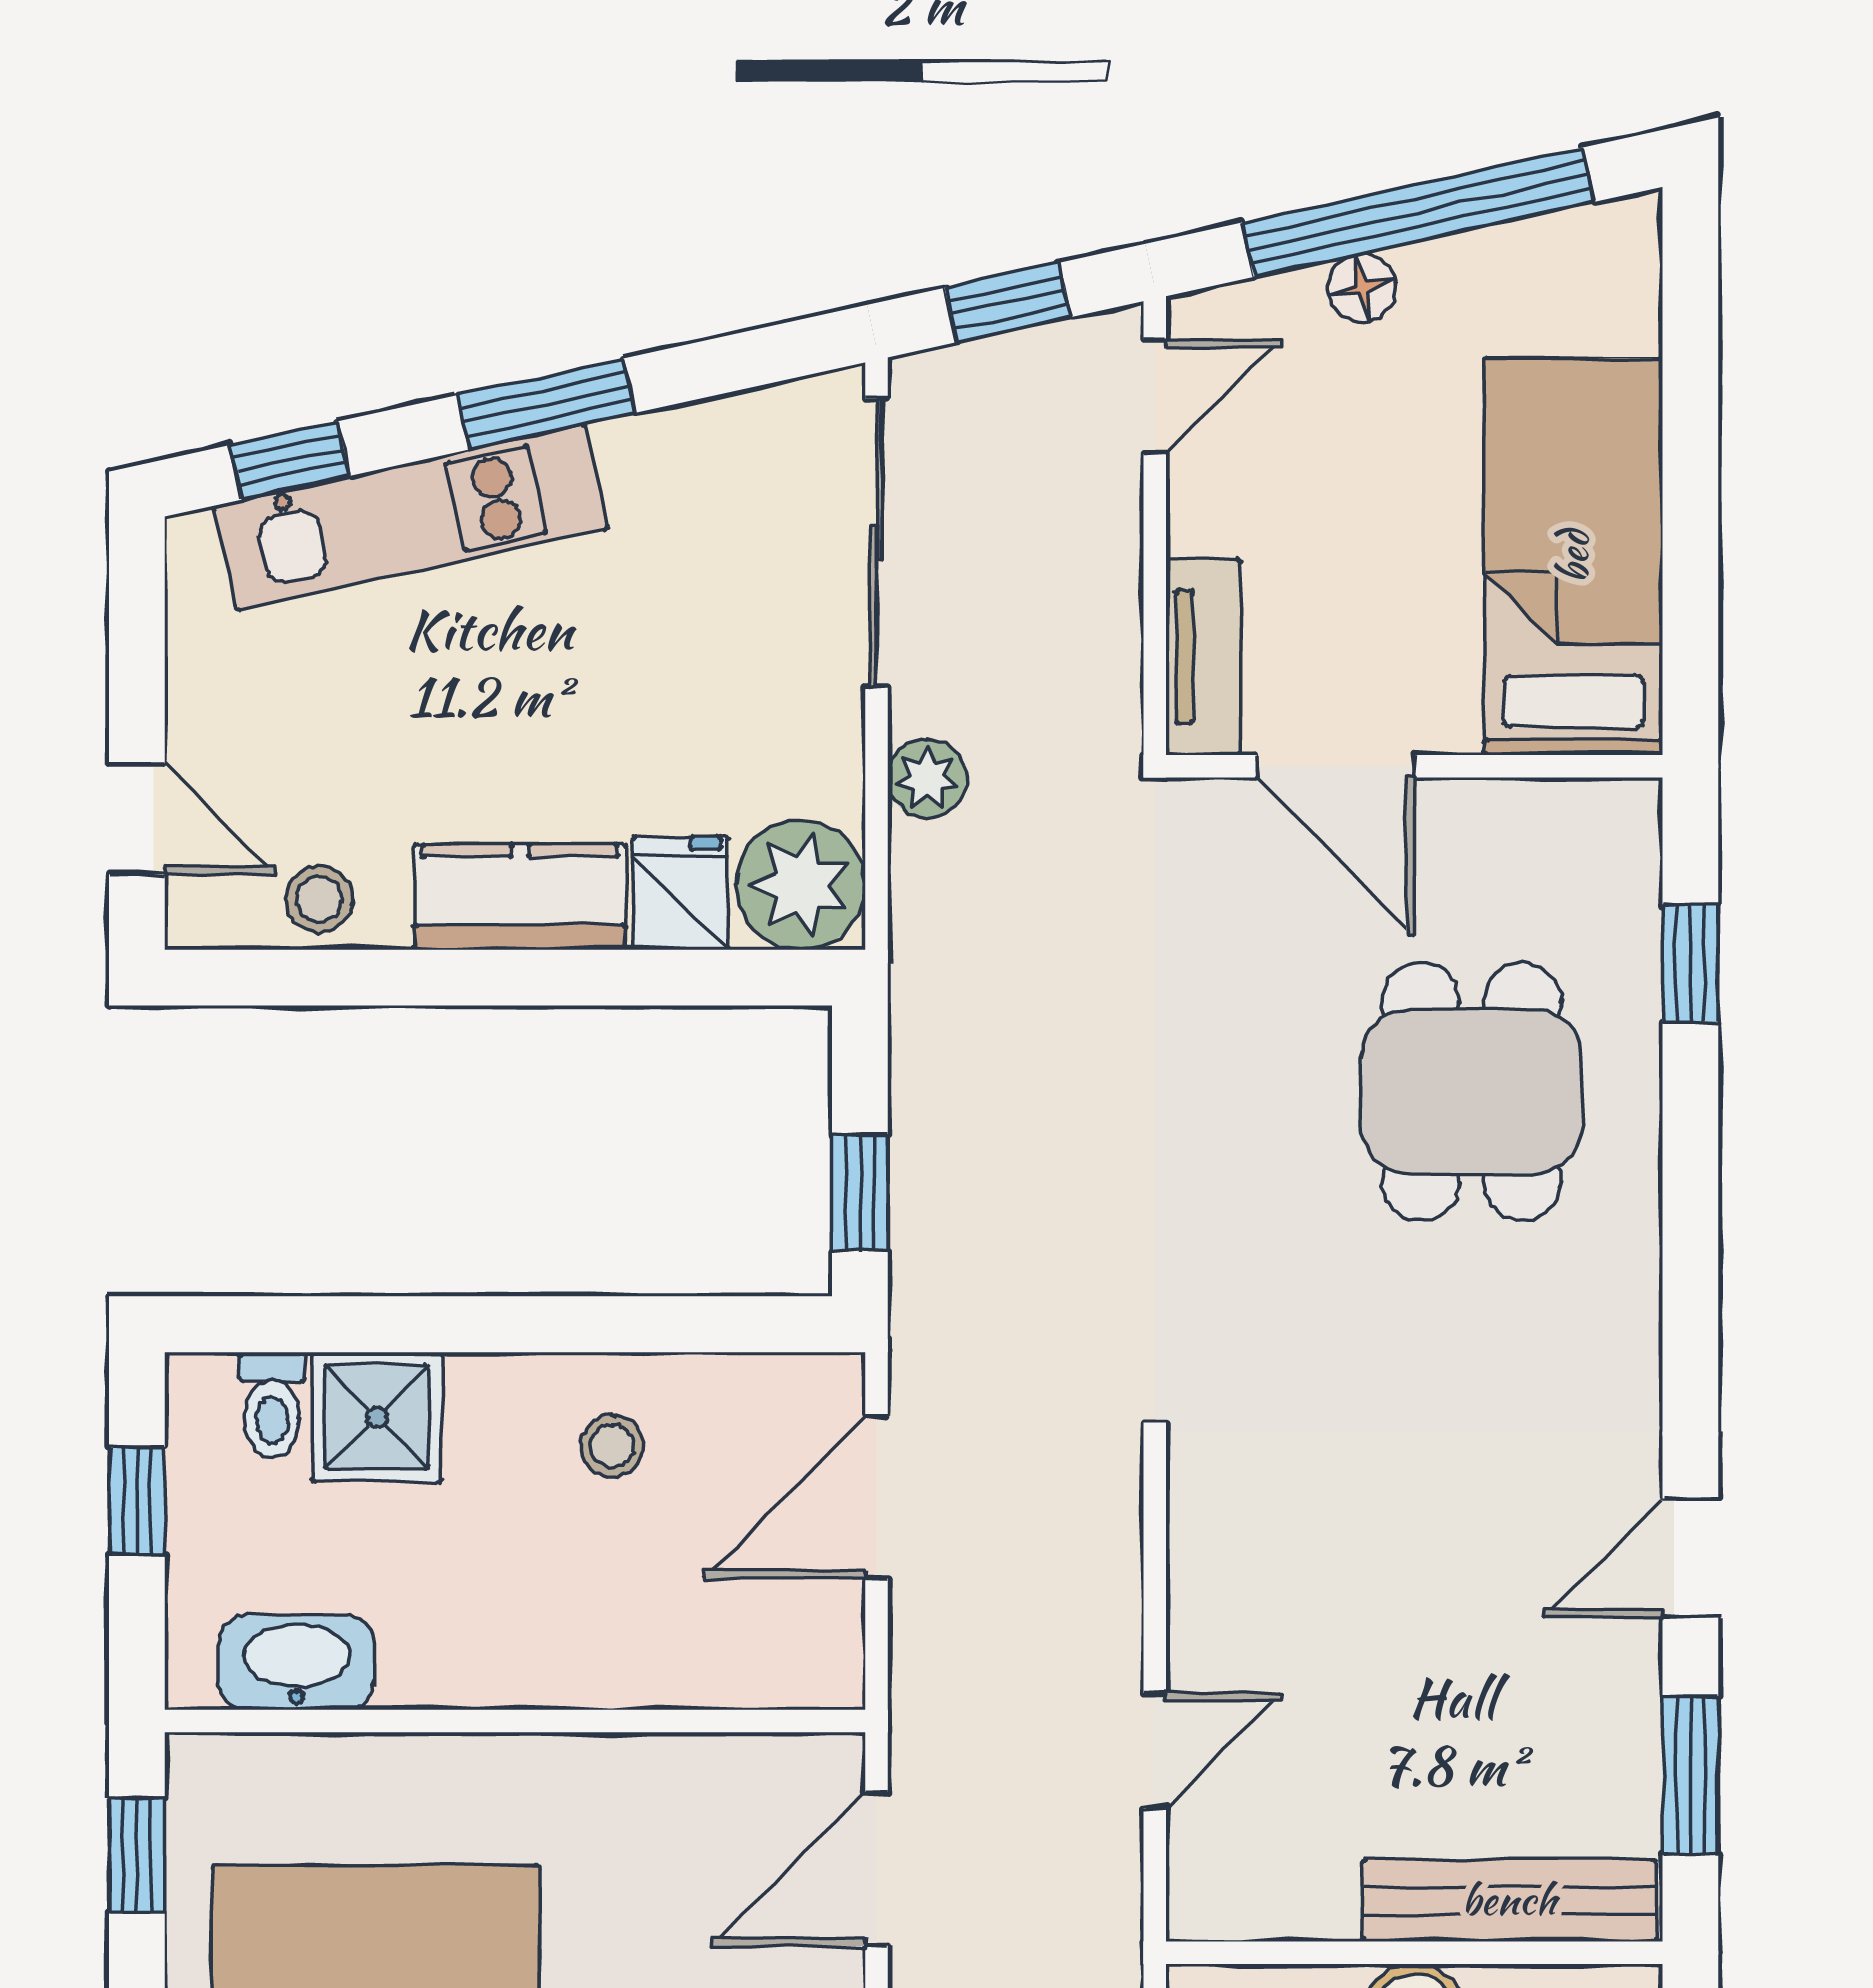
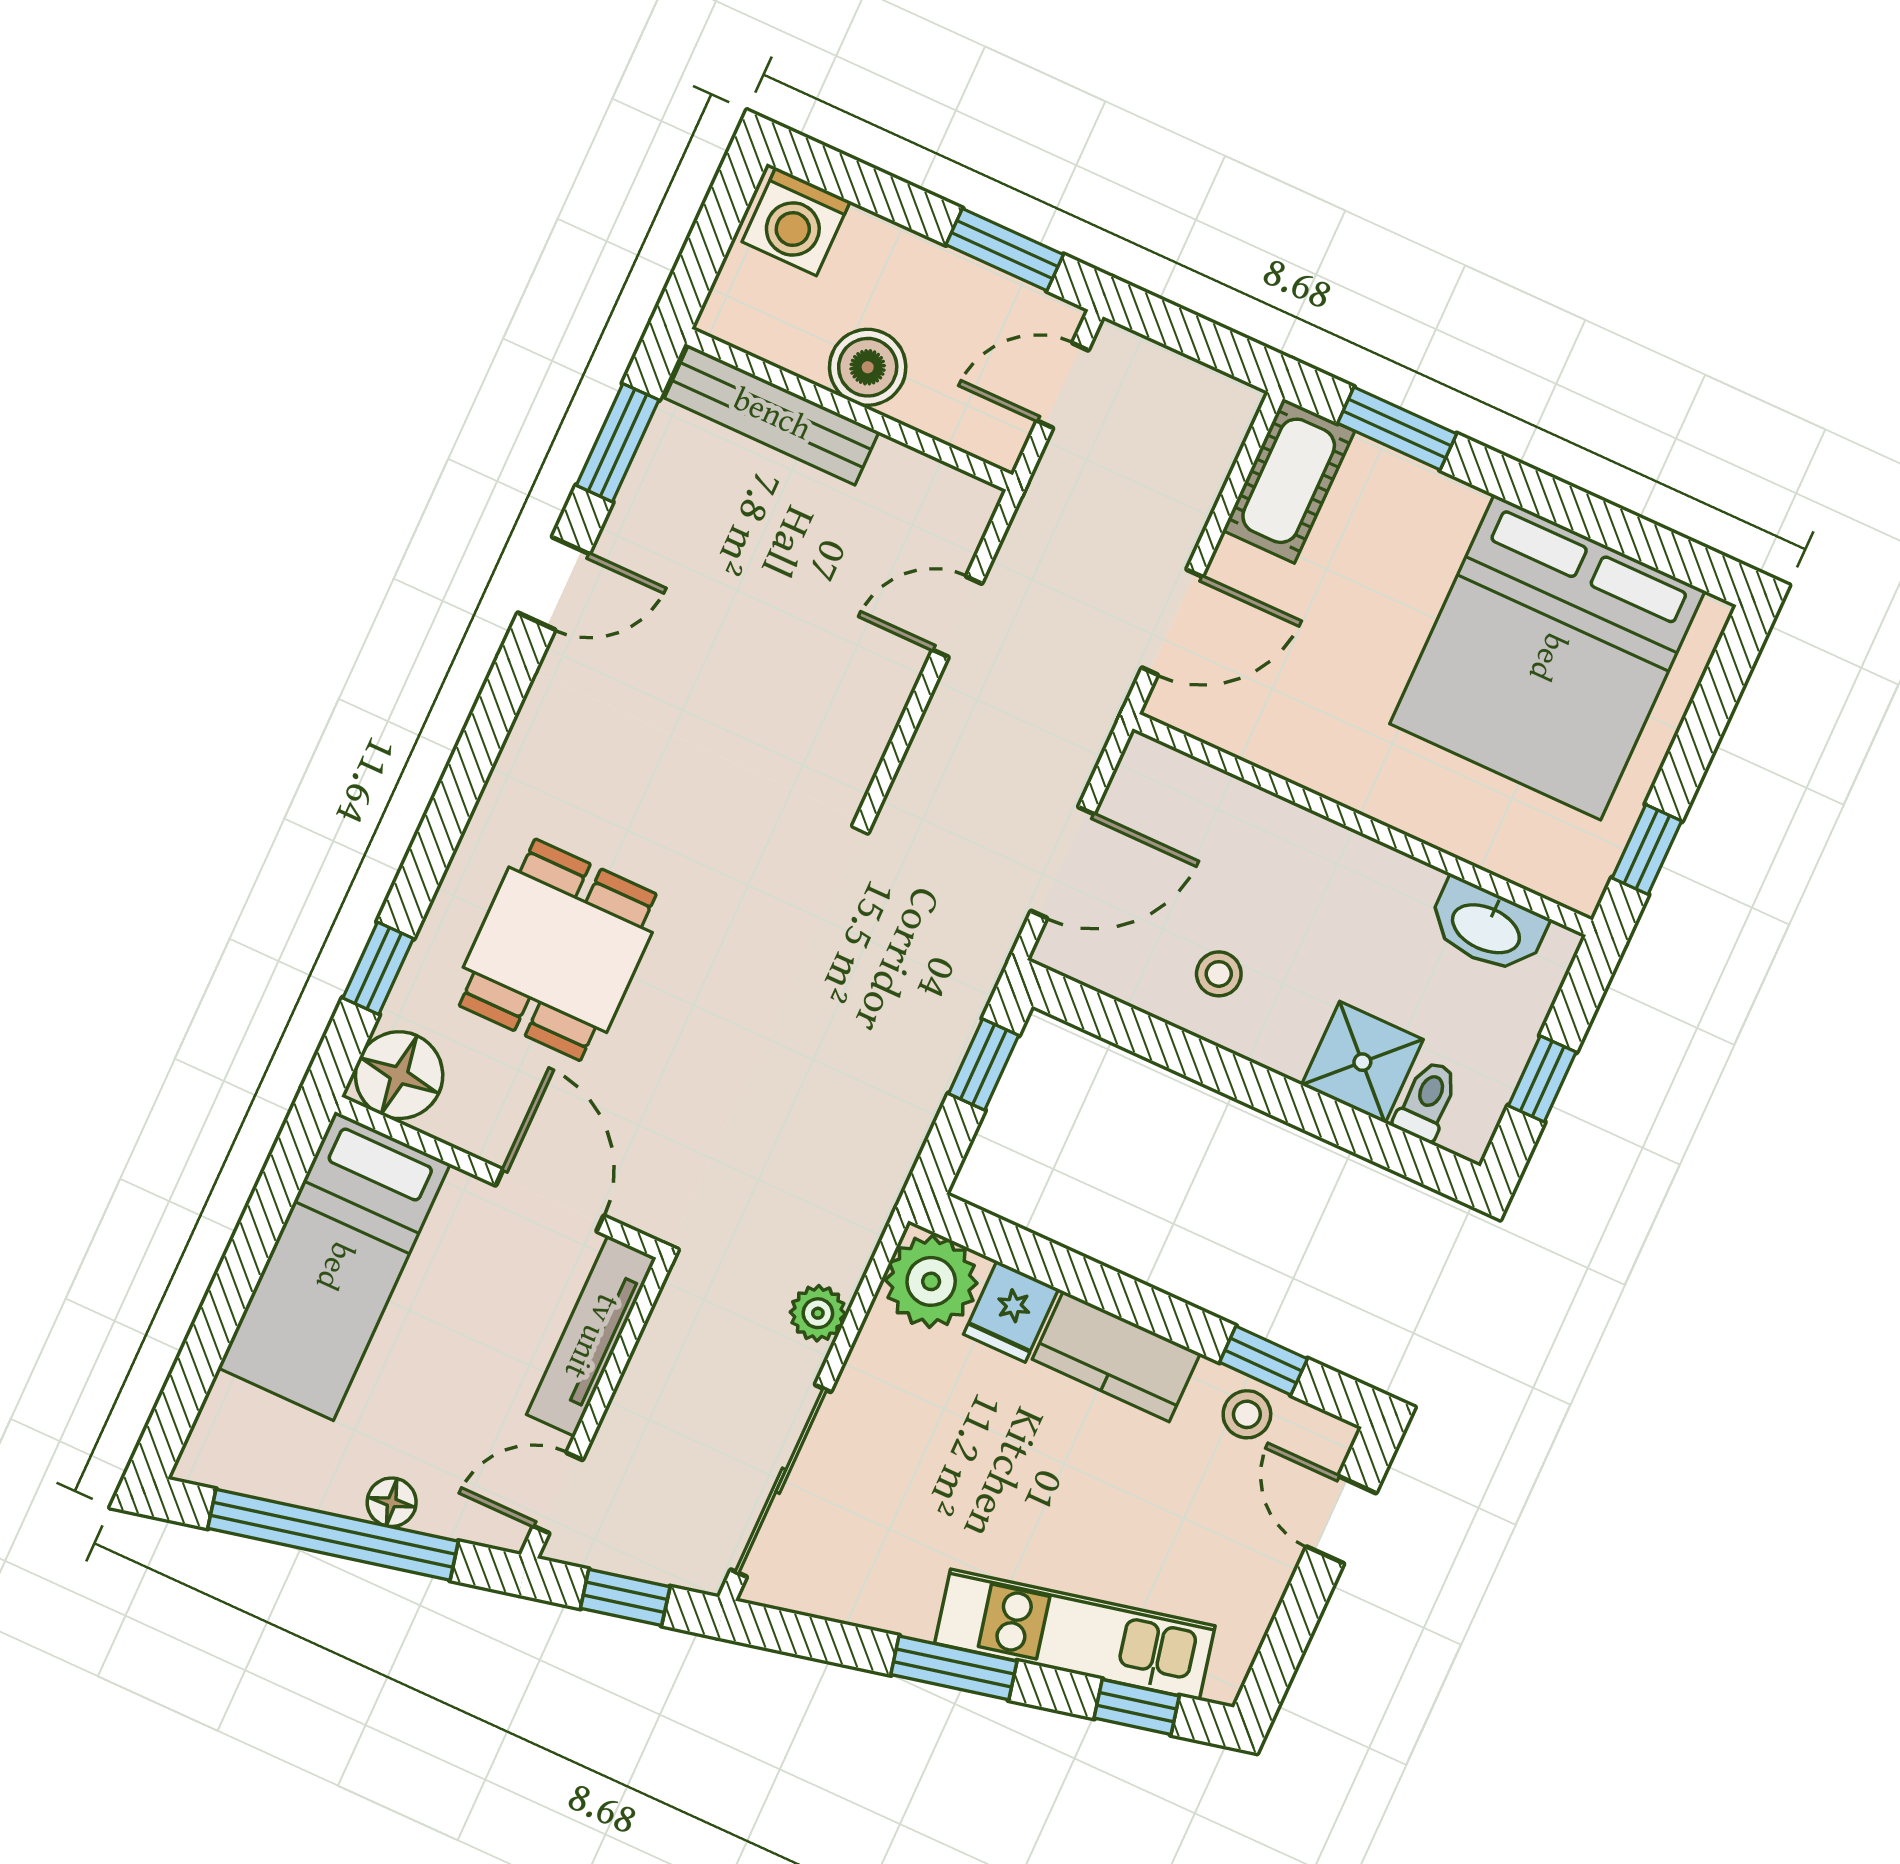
tv unit: (1203, 657) -> (591, 1336), width x1.41
floor lamp: (1601, 839) -> (399, 1075), added
window: (329, 978) -> (1263, 1360), added

